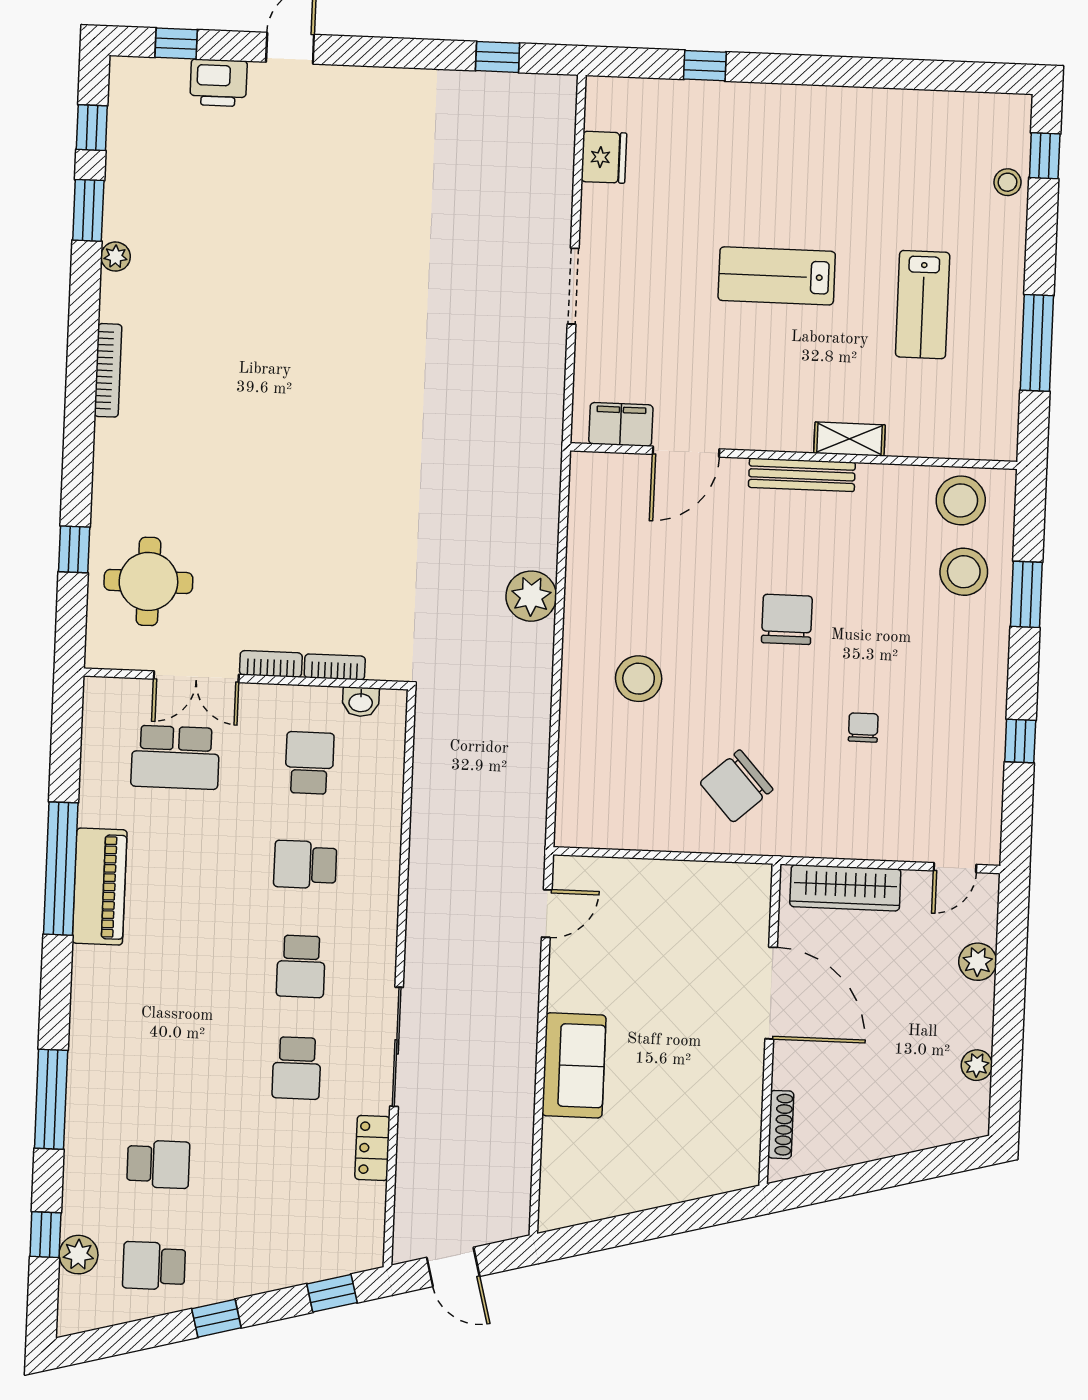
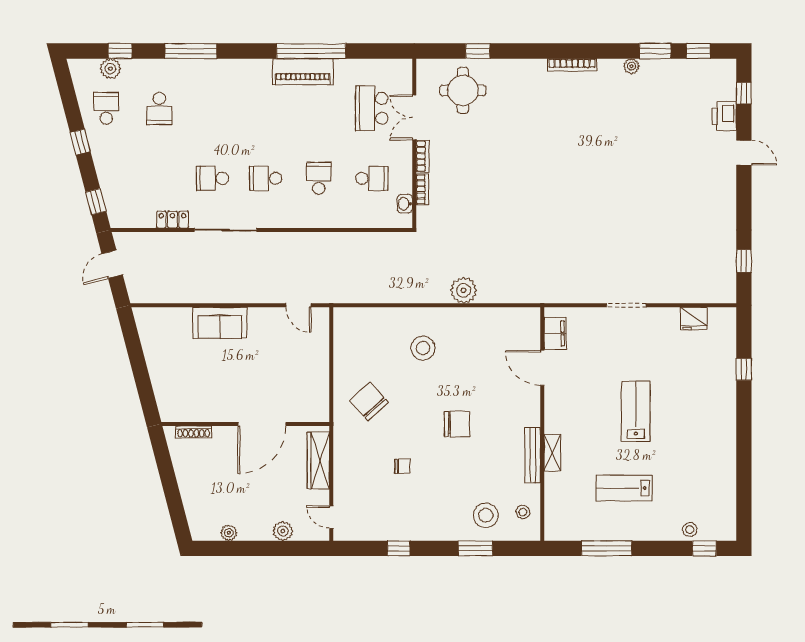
bench: (802, 475) -> (533, 455), moved
stool: (961, 500) -> (523, 512), width x0.53, depth x0.53

